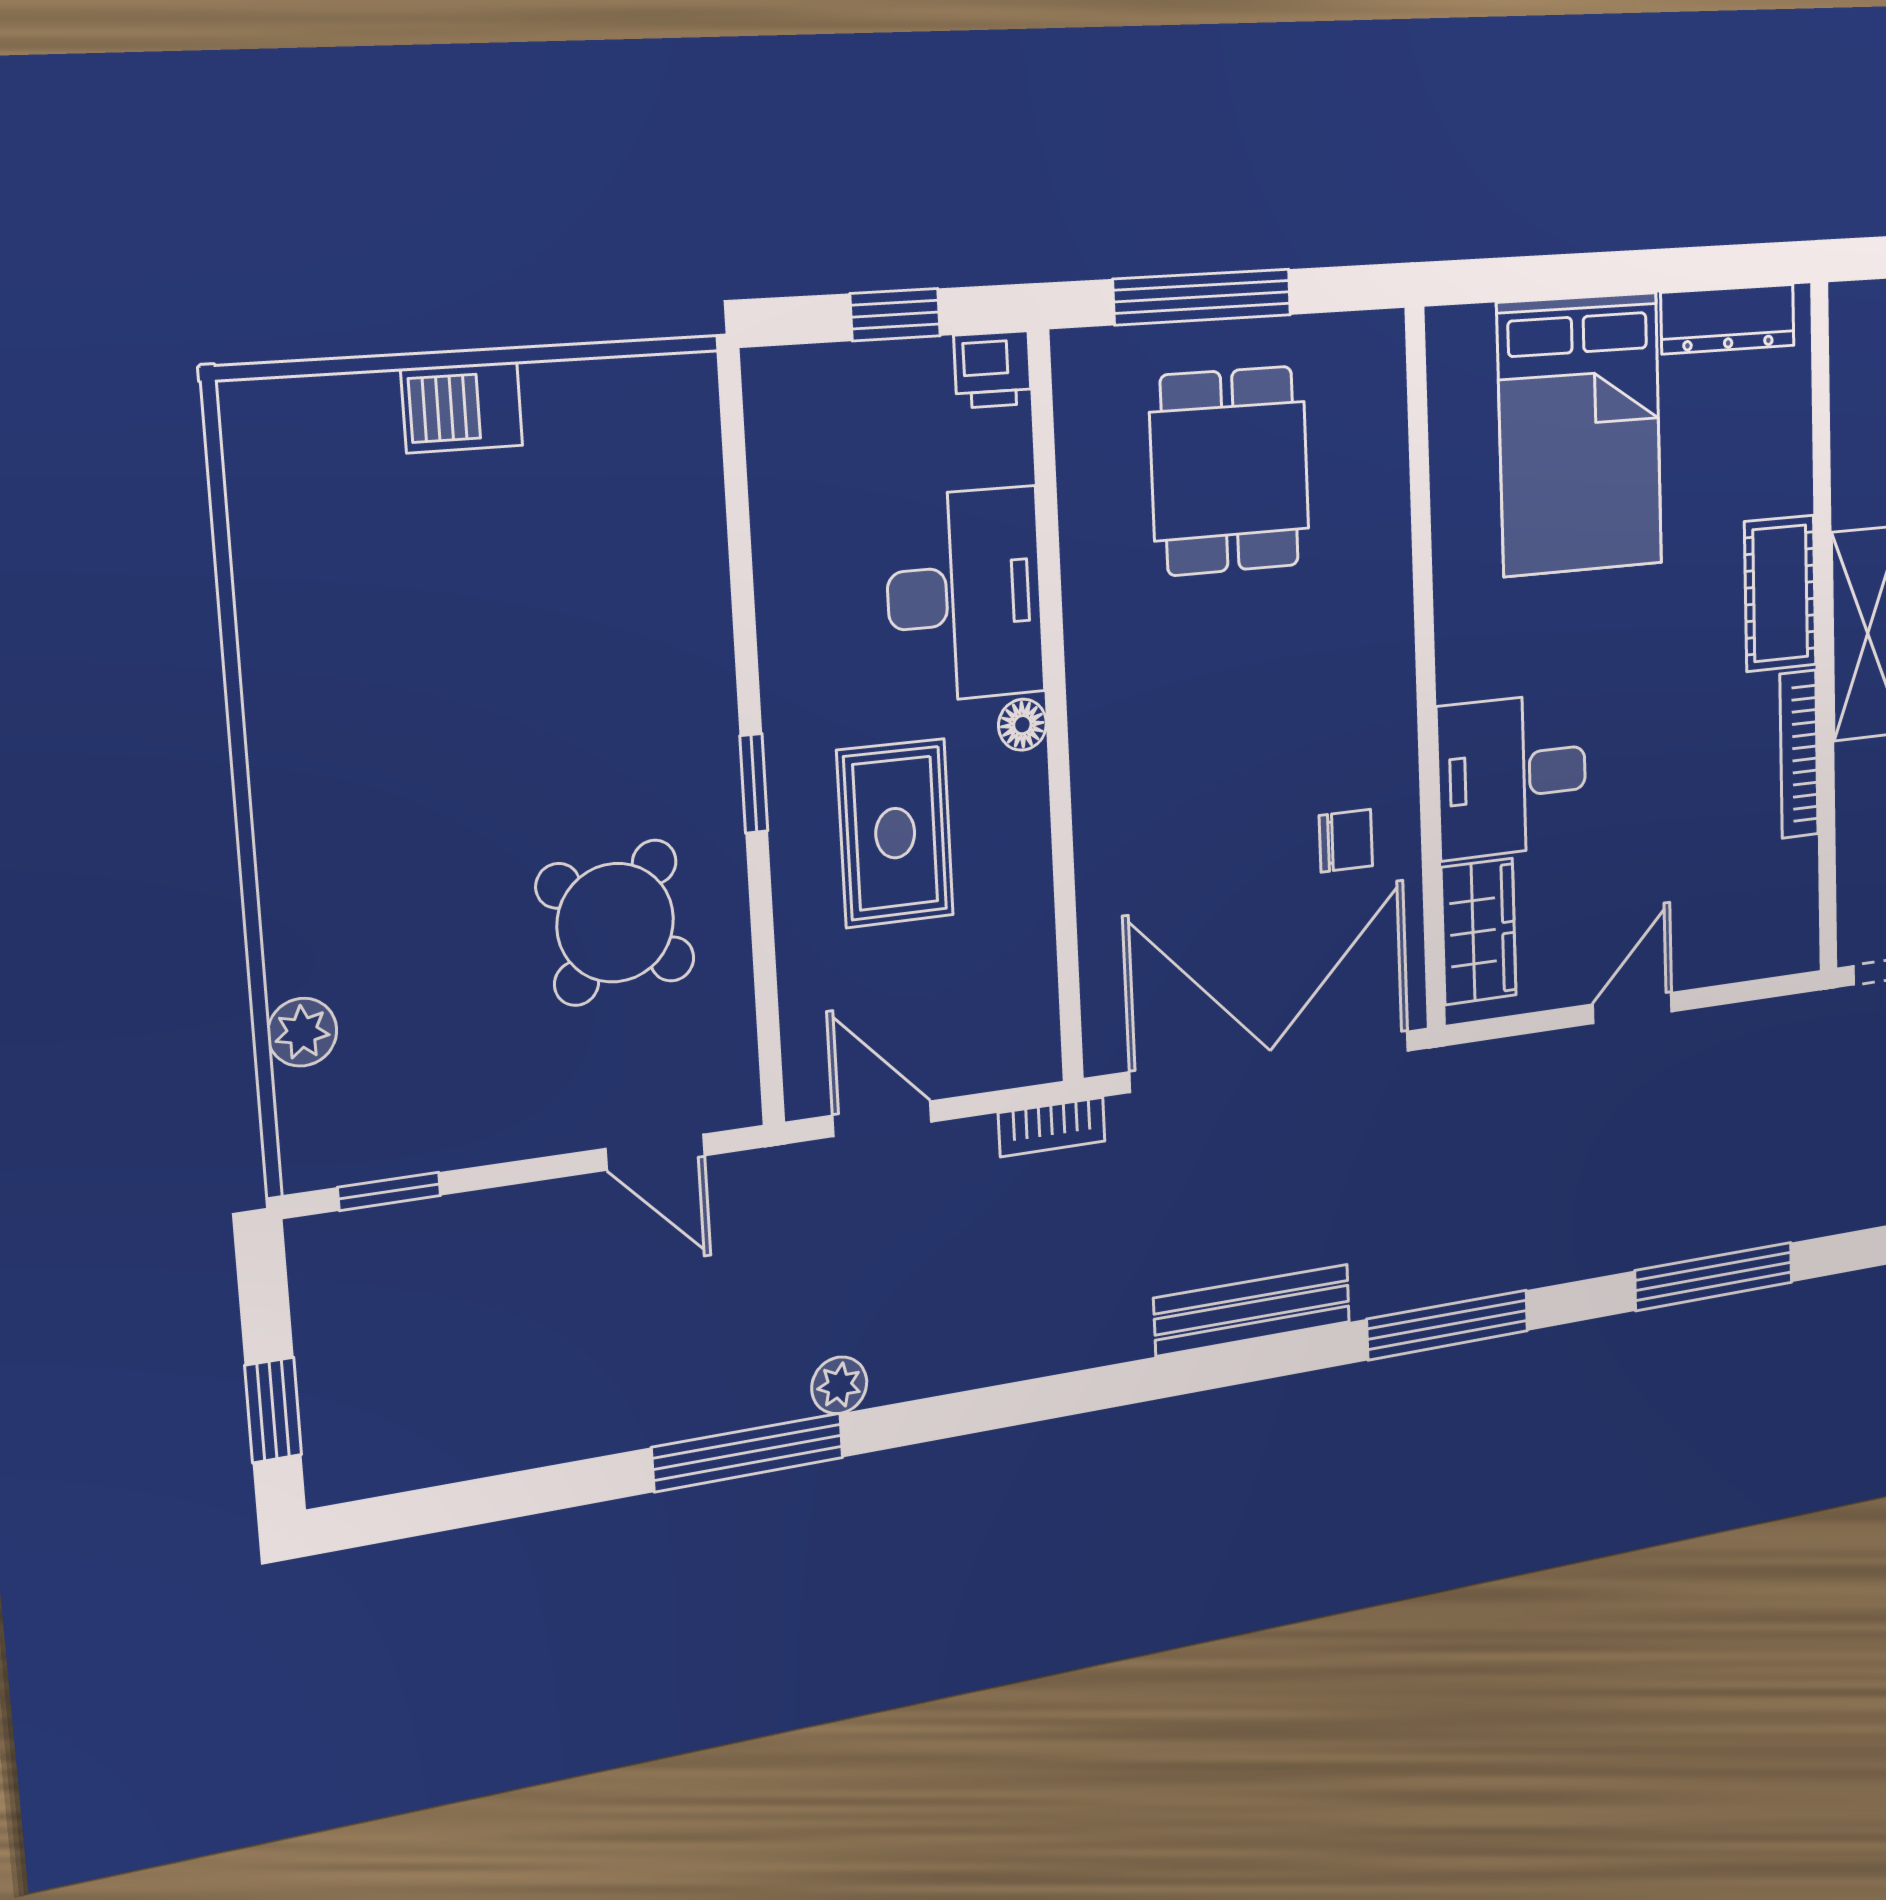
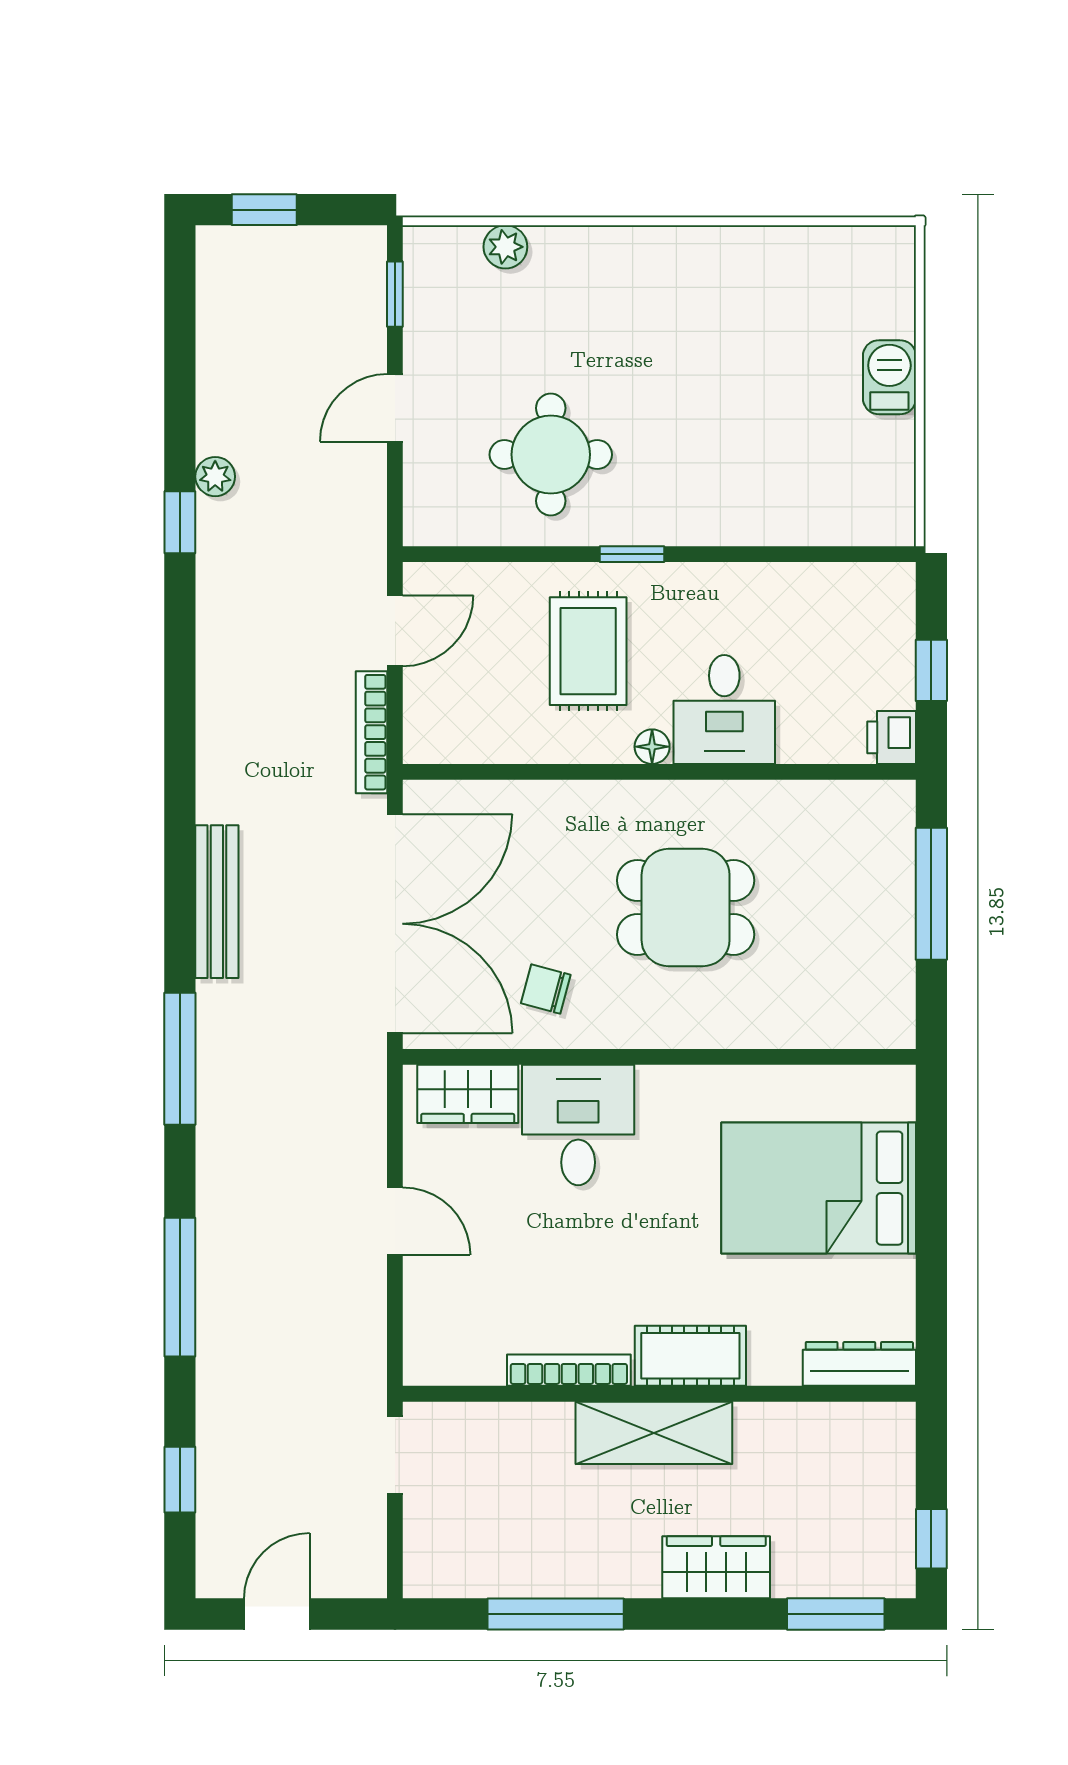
dresser: (1728, 319) -> (859, 1364), moved, turned 90
dining table: (1230, 471) -> (686, 907), moved
desk: (965, 595) -> (724, 709), width x0.73
rug: (895, 833) -> (588, 651), turned 90
chair: (1346, 841) -> (546, 989), turned 105
round table: (615, 923) -> (551, 455), turned -38
bookcase: (1052, 1127) -> (372, 732), width x1.56
door: (655, 1152) -> (395, 408), moved
plant: (839, 1385) -> (215, 477), moved
window: (748, 1452) -> (180, 522), width x0.46

